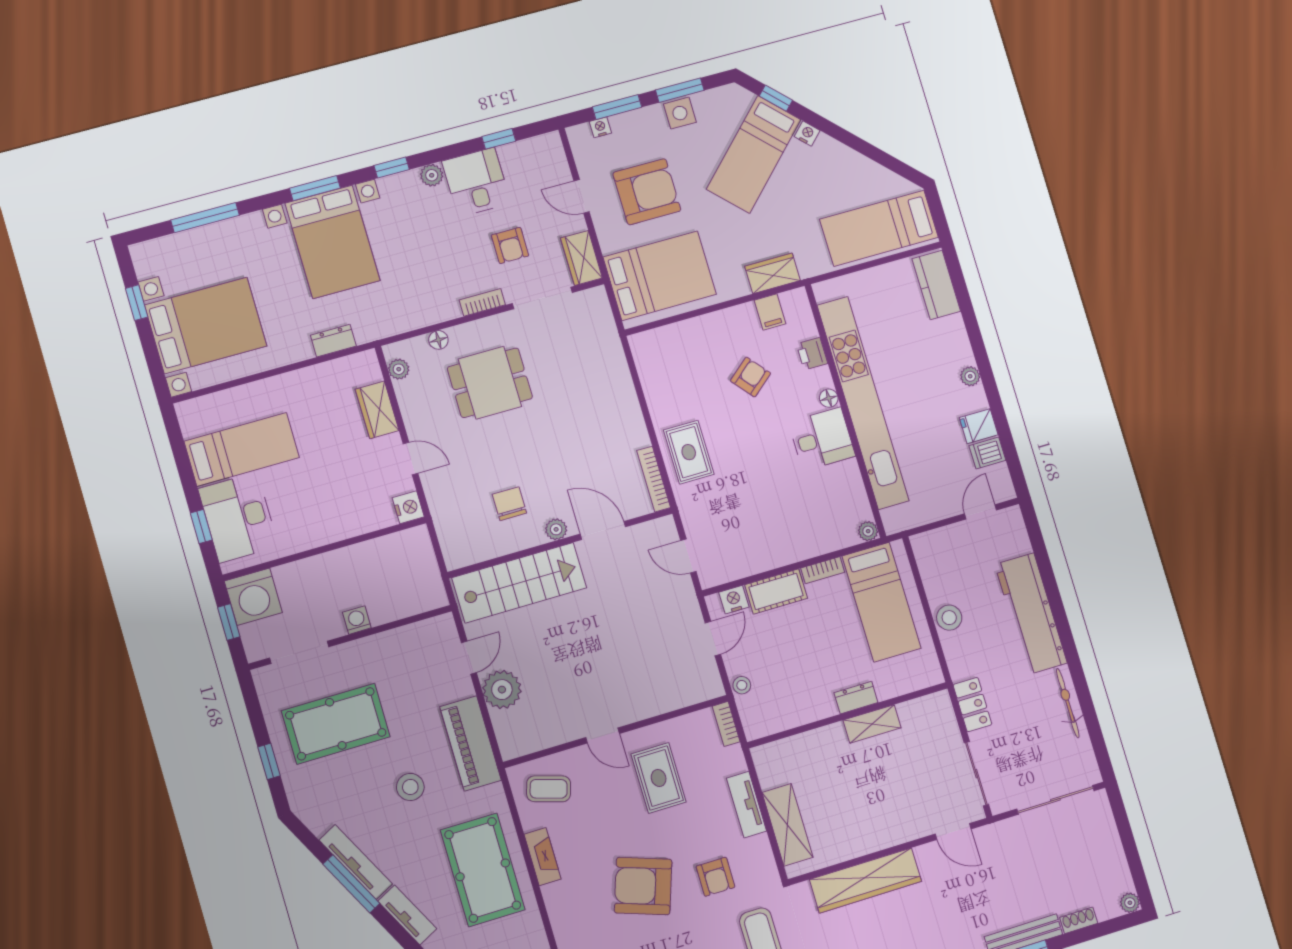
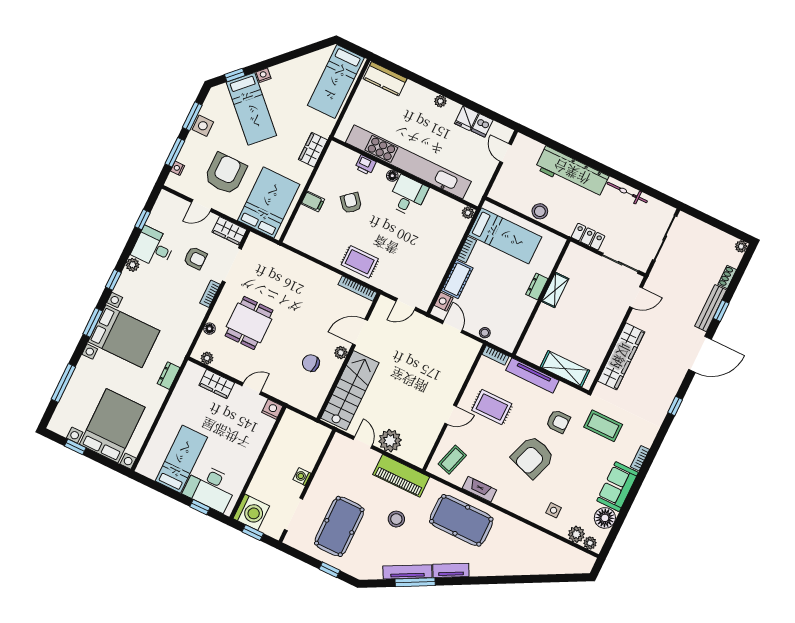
filing cabinet: (770, 312) -> (313, 202), moved
tv unit: (747, 805) -> (532, 375), width x1.41

